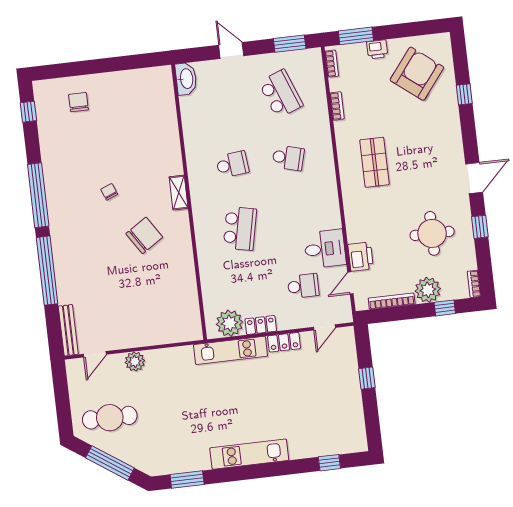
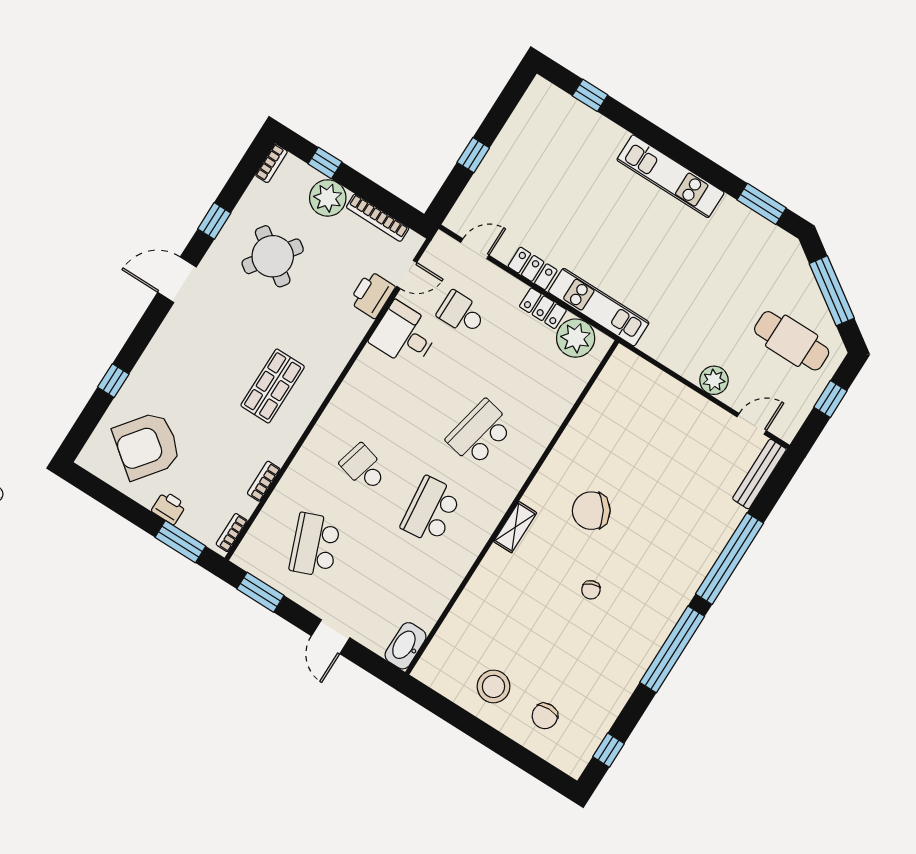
stool: (120, 95) -> (493, 686), added
school desk: (232, 164) -> (431, 510), width x1.85
round table: (432, 233) -> (273, 256), turned 36
window: (63, 403) -> (830, 399), added

